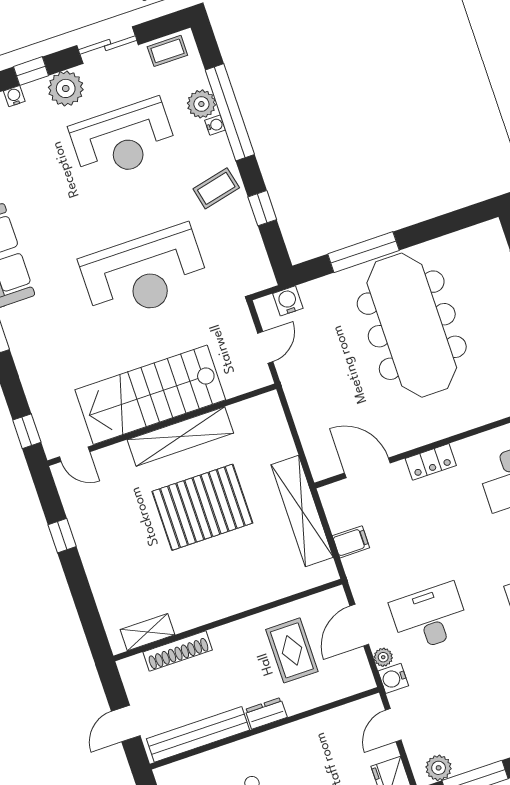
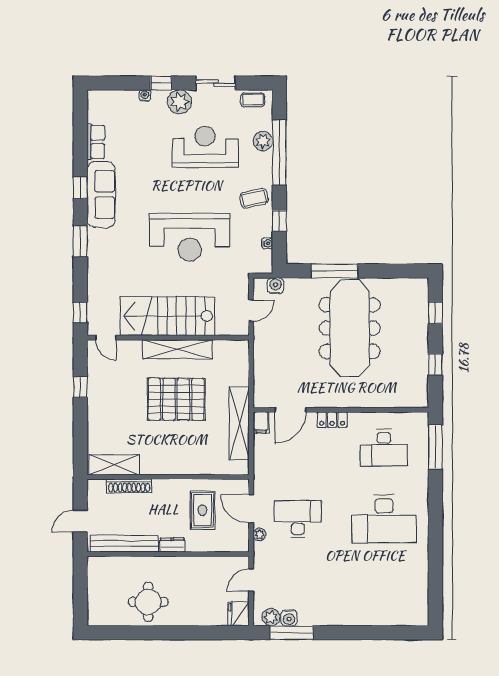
water cooler: (215, 125) -> (267, 243), moved
reception desk: (123, 140) -> (205, 147), turned 180
door: (367, 468) -> (290, 410), swing flipped
filing cabinet: (351, 542) -> (261, 423), moved, turned 90
door: (359, 625) -> (251, 509), hinge flipped
shelving: (148, 632) -> (114, 465), width x1.50, depth x1.33
water cooler: (393, 678) -> (289, 618), moved, turned -90

